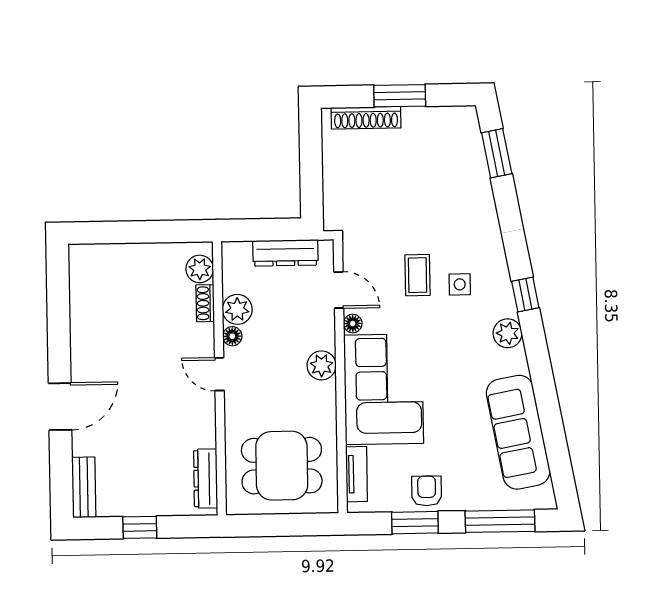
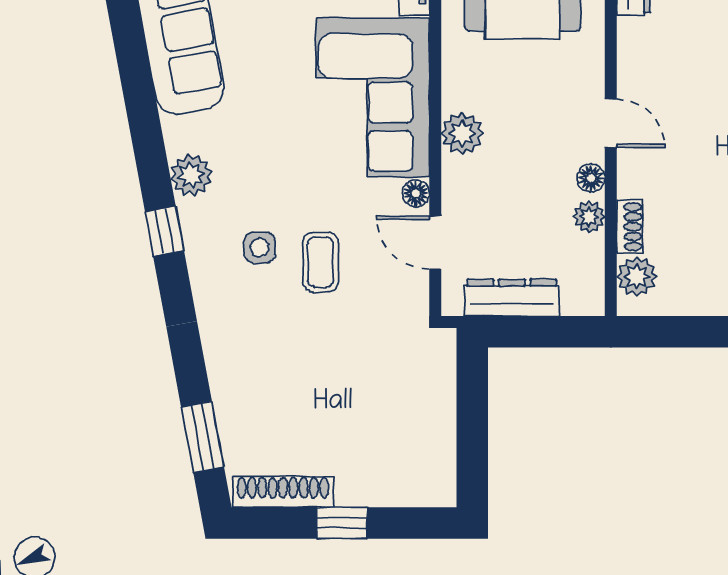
window: (400, 96) -> (342, 523), width x0.67
shoe rack: (366, 118) -> (283, 492), moved
plant: (237, 309) -> (589, 217), width x0.73, depth x0.73

